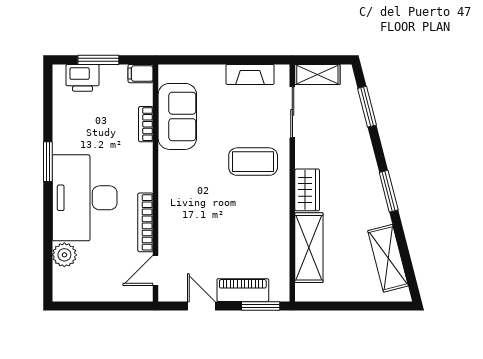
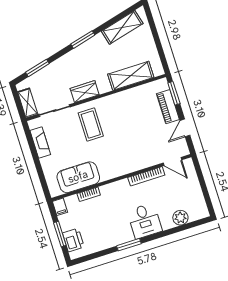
wardrobe: (307, 190) -> (85, 92), moved
desk: (85, 198) -> (145, 221), width x0.53, depth x0.77

